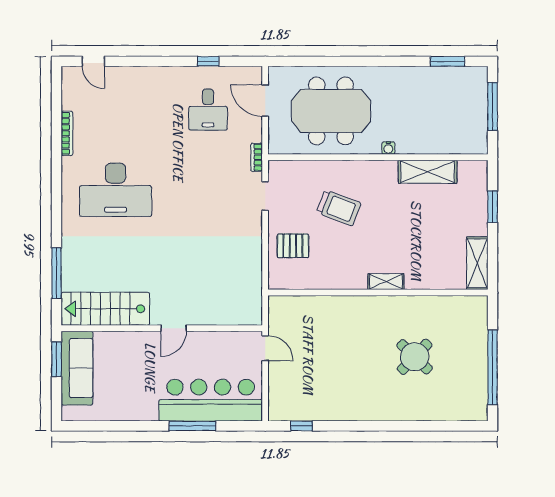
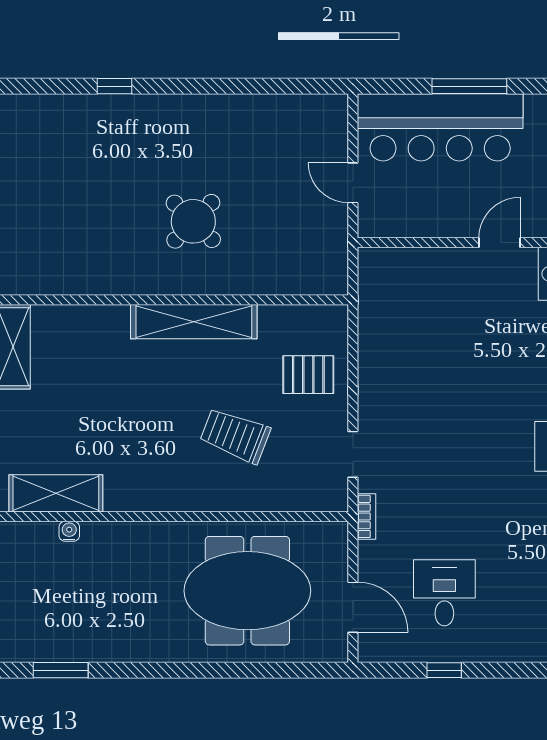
water cooler: (388, 148) -> (69, 531), moved
shelving: (428, 172) -> (56, 493), moved
shelving: (386, 282) -> (194, 322), width x2.20, depth x1.33
door: (265, 348) -> (353, 183), moved
round table: (415, 357) -> (193, 221), moved
window: (302, 426) -> (115, 86), moved

